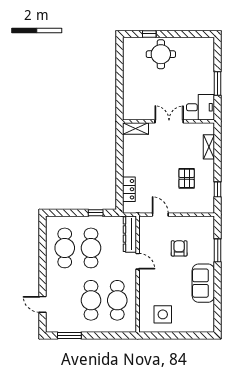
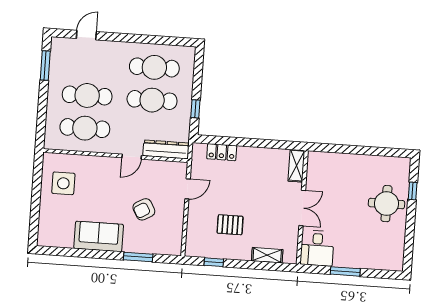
armchair: (179, 248) -> (144, 209), turned 150

